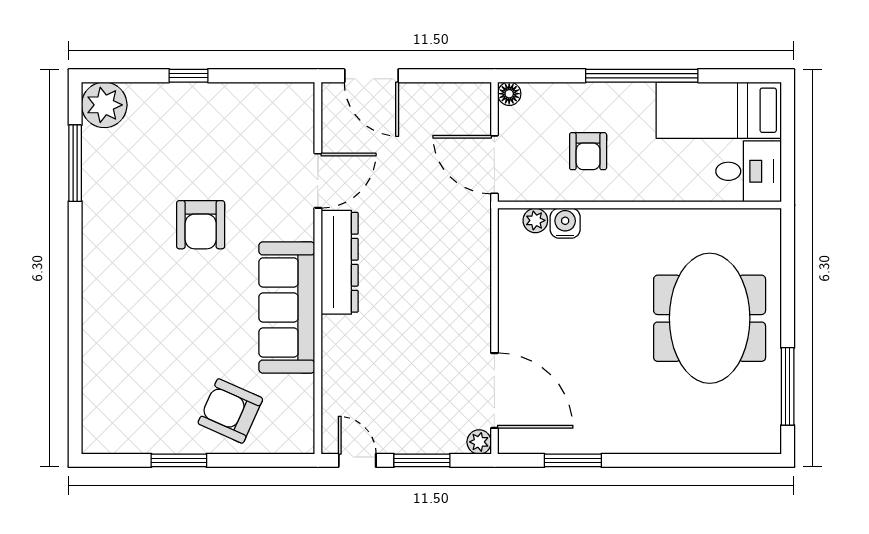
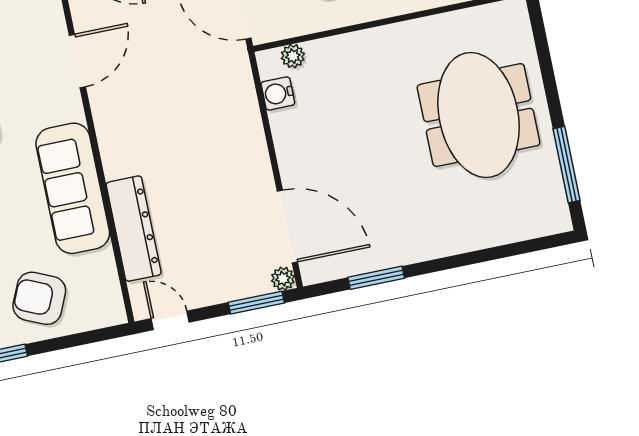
water cooler: (565, 223) -> (278, 93), moved, turned -90
dresser: (340, 262) -> (134, 229), moved
window: (422, 460) -> (256, 303), moved

